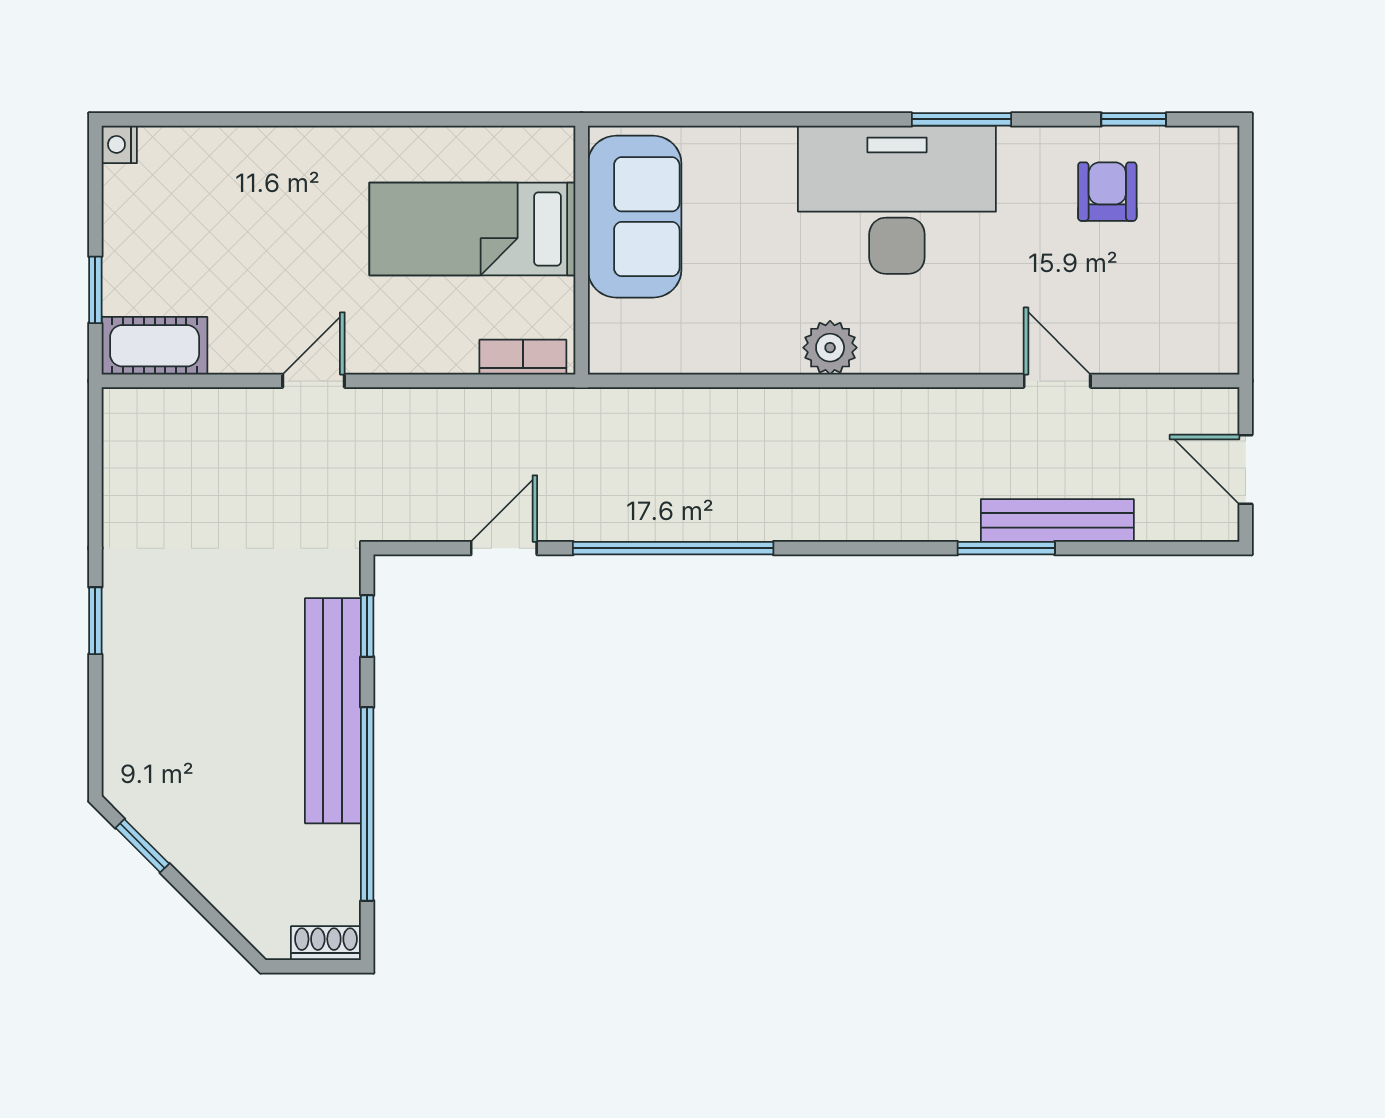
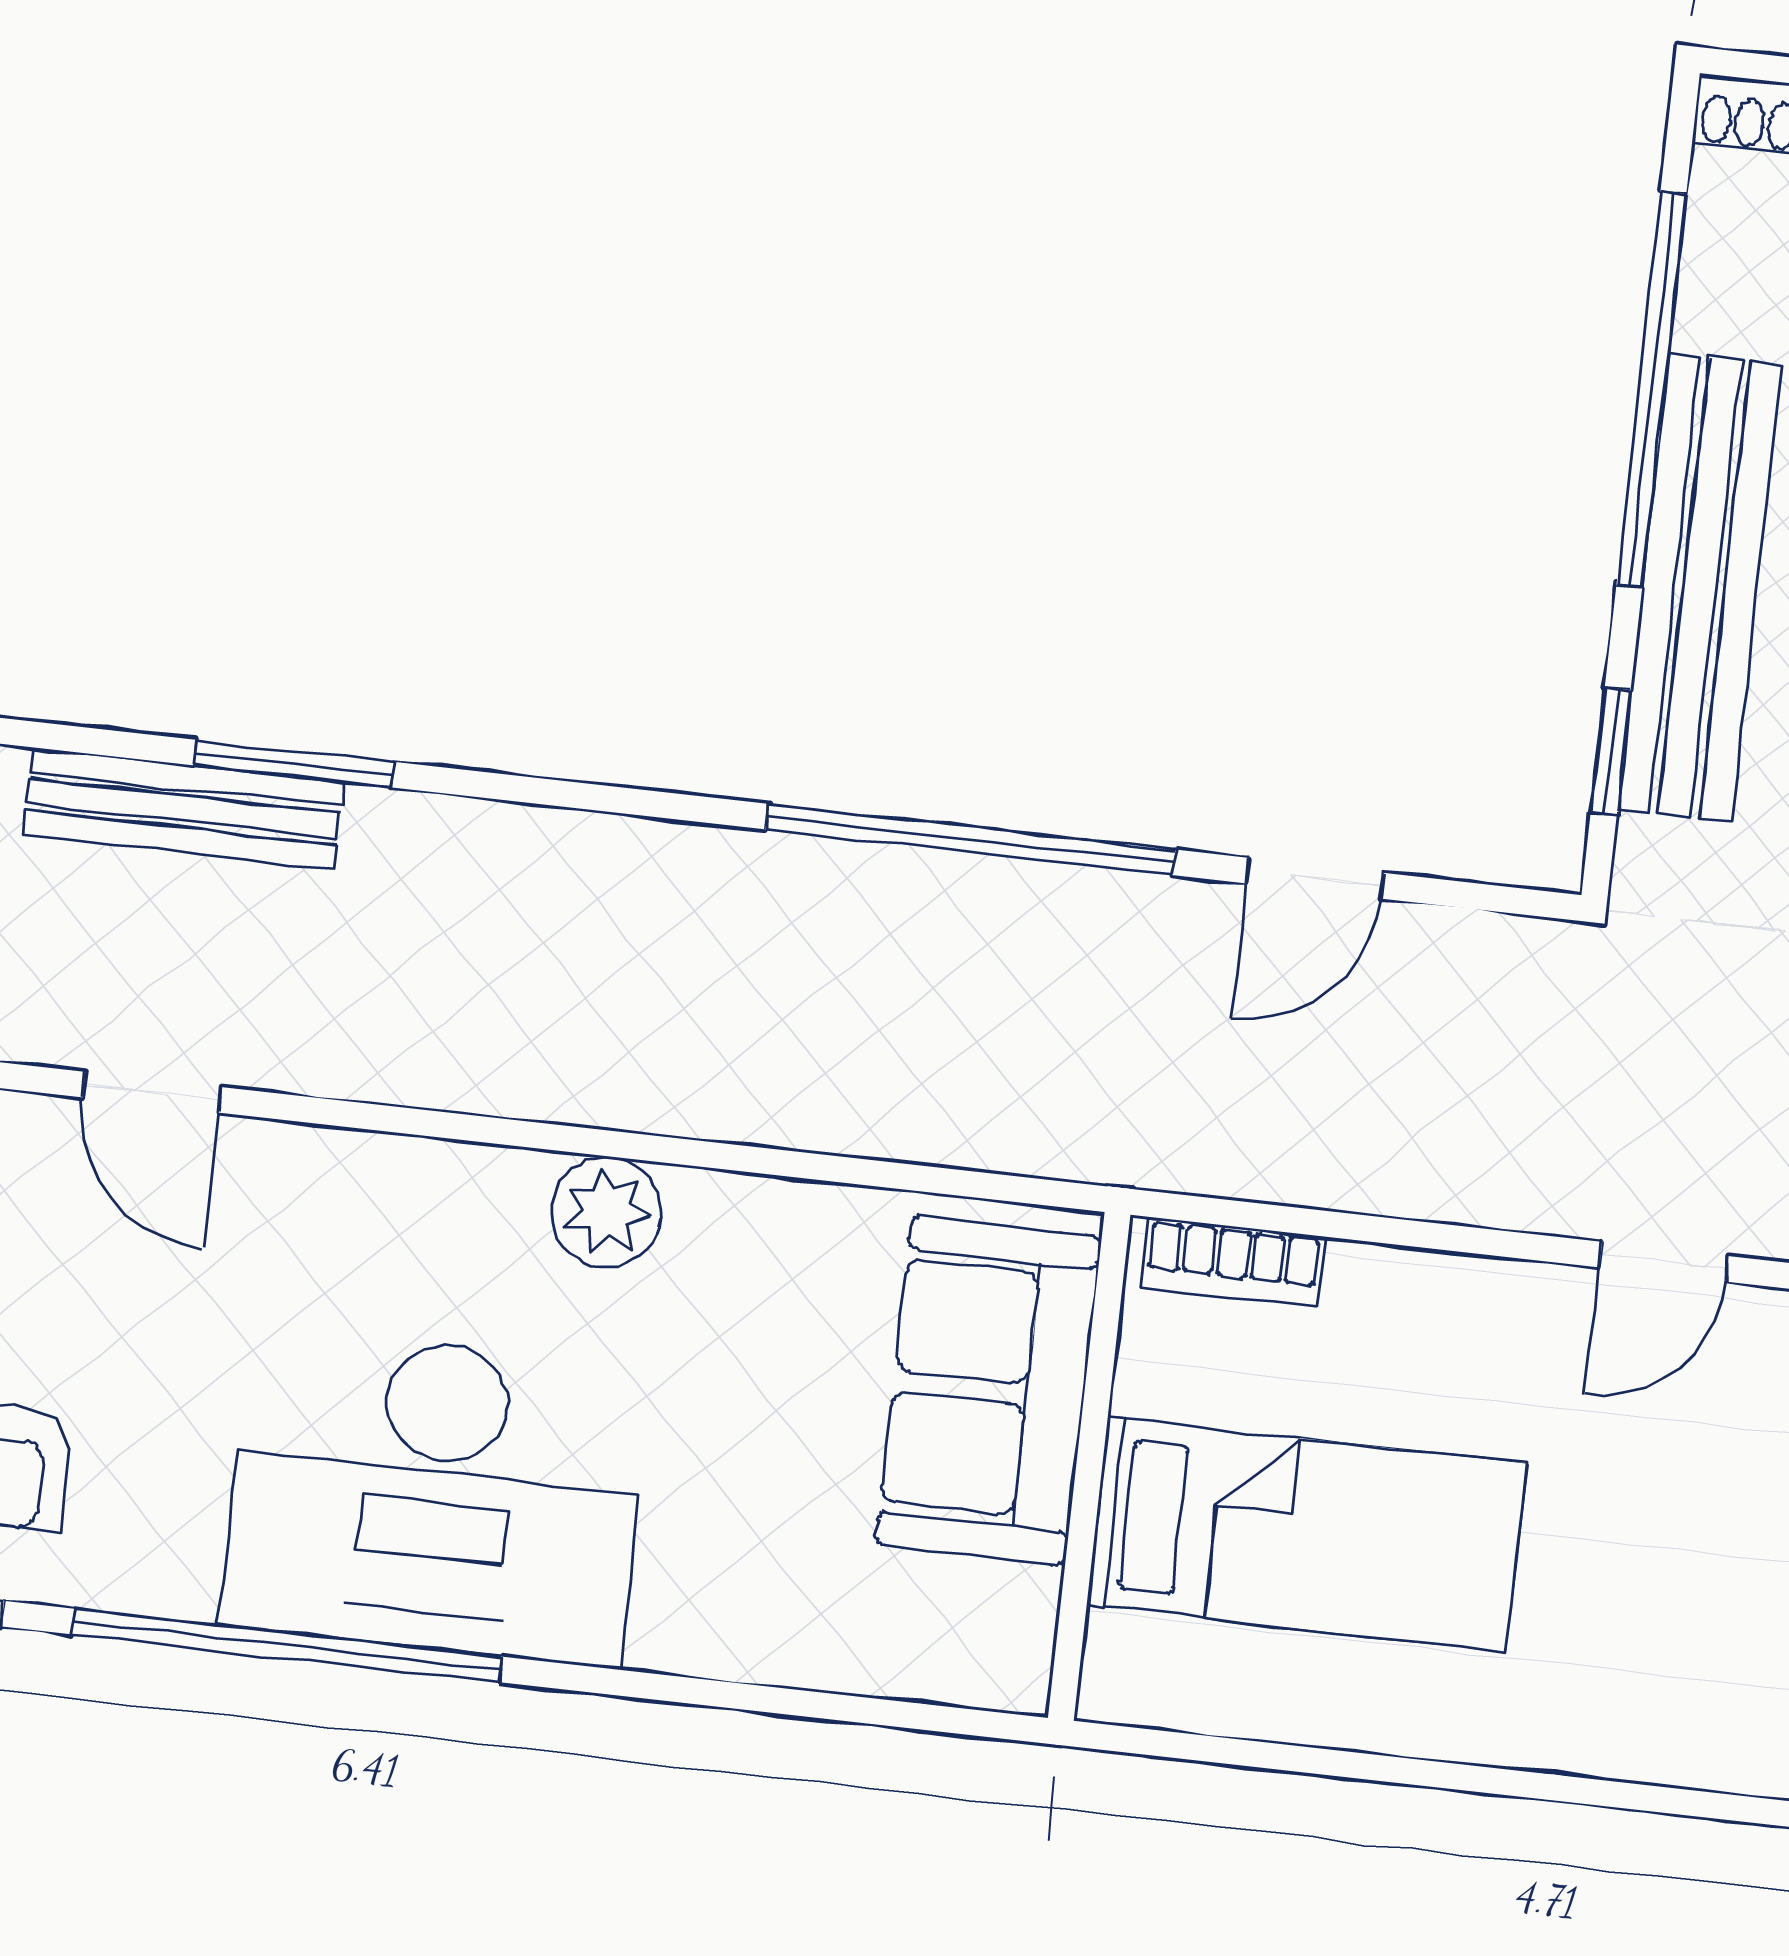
window: (961, 119) -> (287, 1646), width x2.11
sofa: (635, 217) -> (988, 1390), moved

